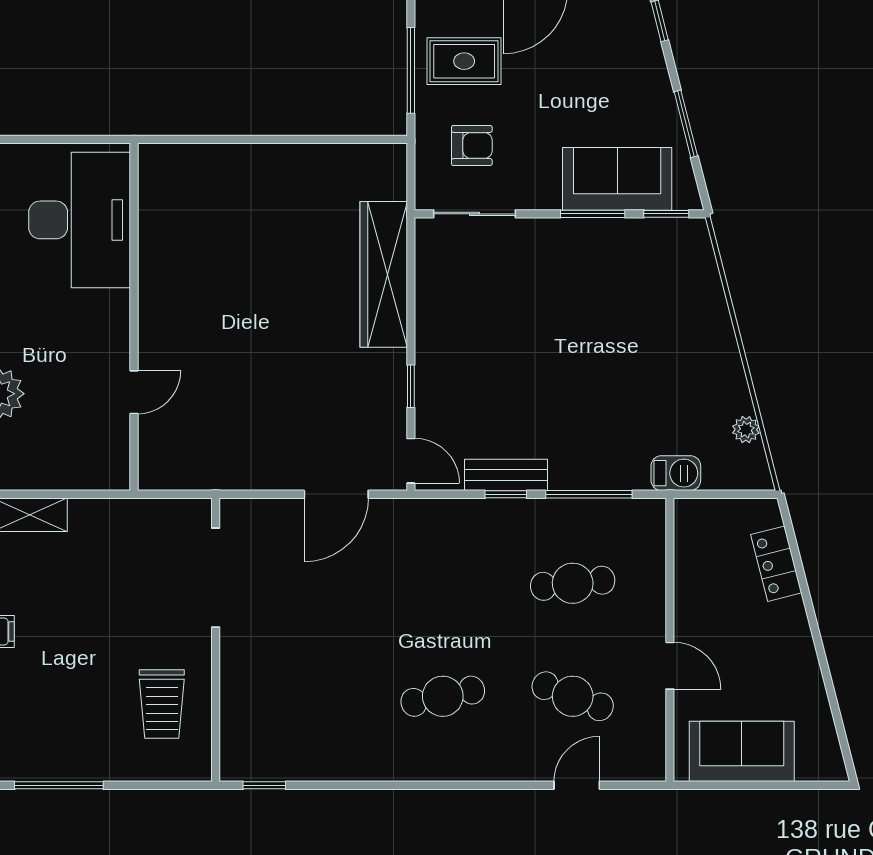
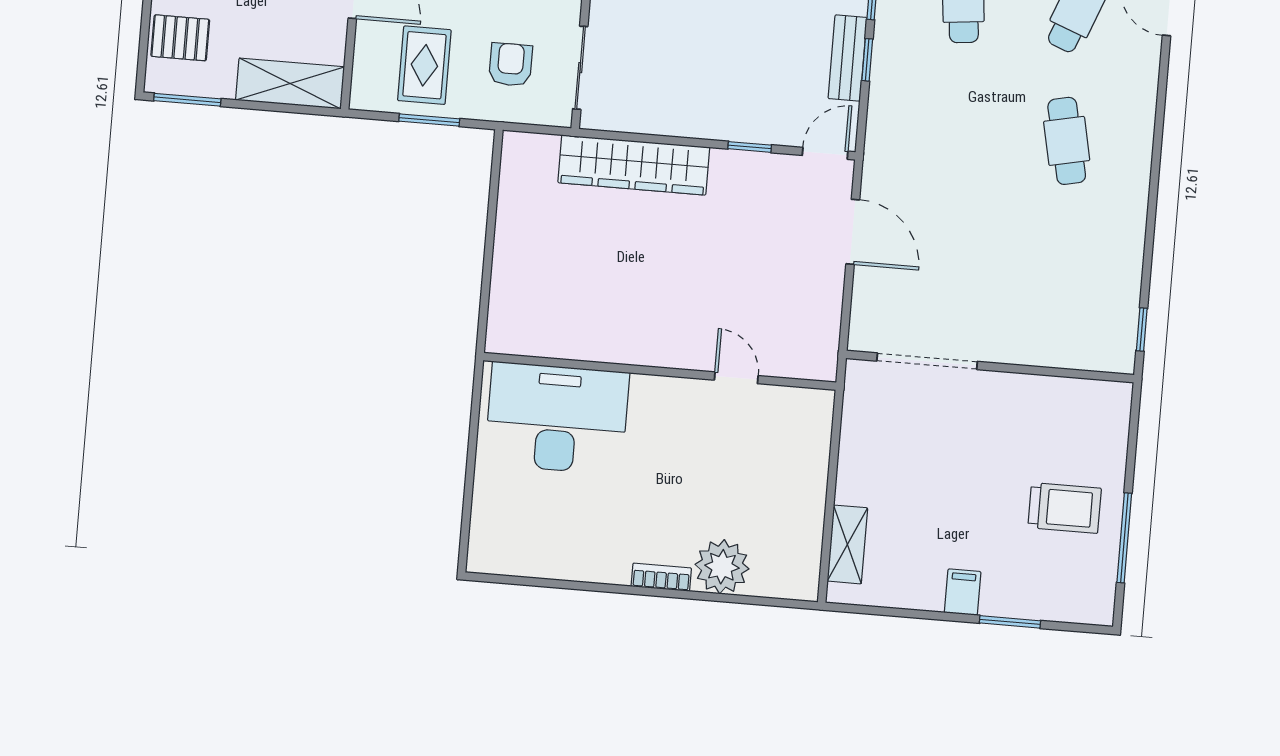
window: (411, 70) -> (429, 120), width x0.69
desk: (80, 220) -> (557, 418), moved
wall: (134, 317) -> (660, 371), moved
door: (134, 392) -> (736, 378), moved
trolley: (162, 704) -> (1065, 508), moved

